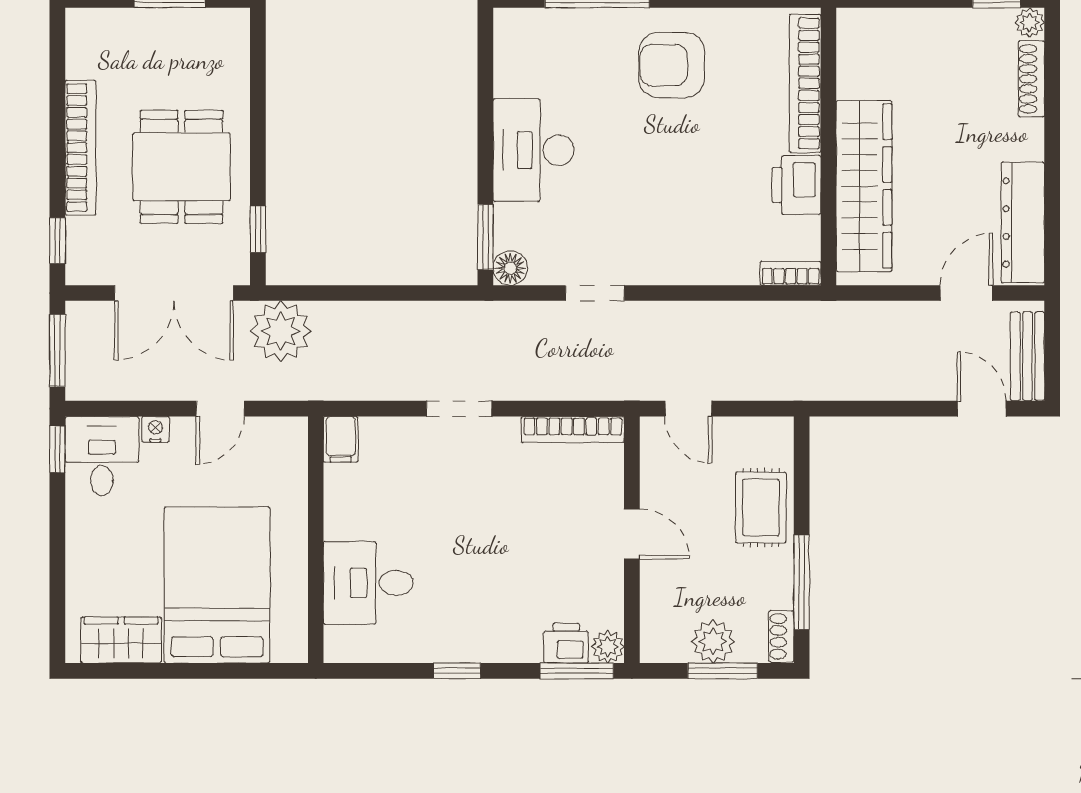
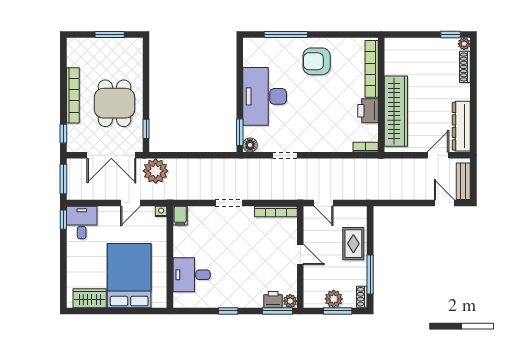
desk: (534, 150) -> (265, 96), width x1.36, depth x1.30
nightstand: (155, 429) -> (161, 211), moved

